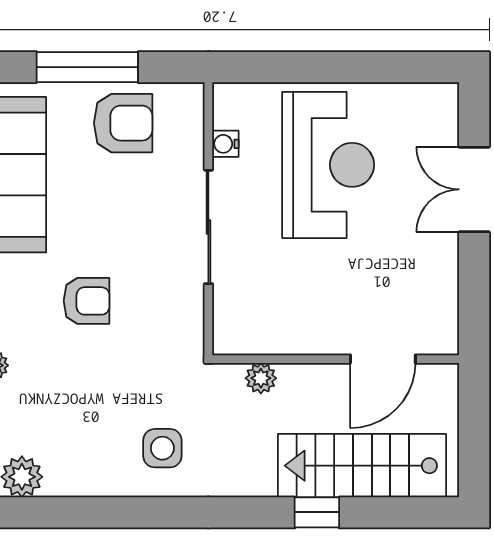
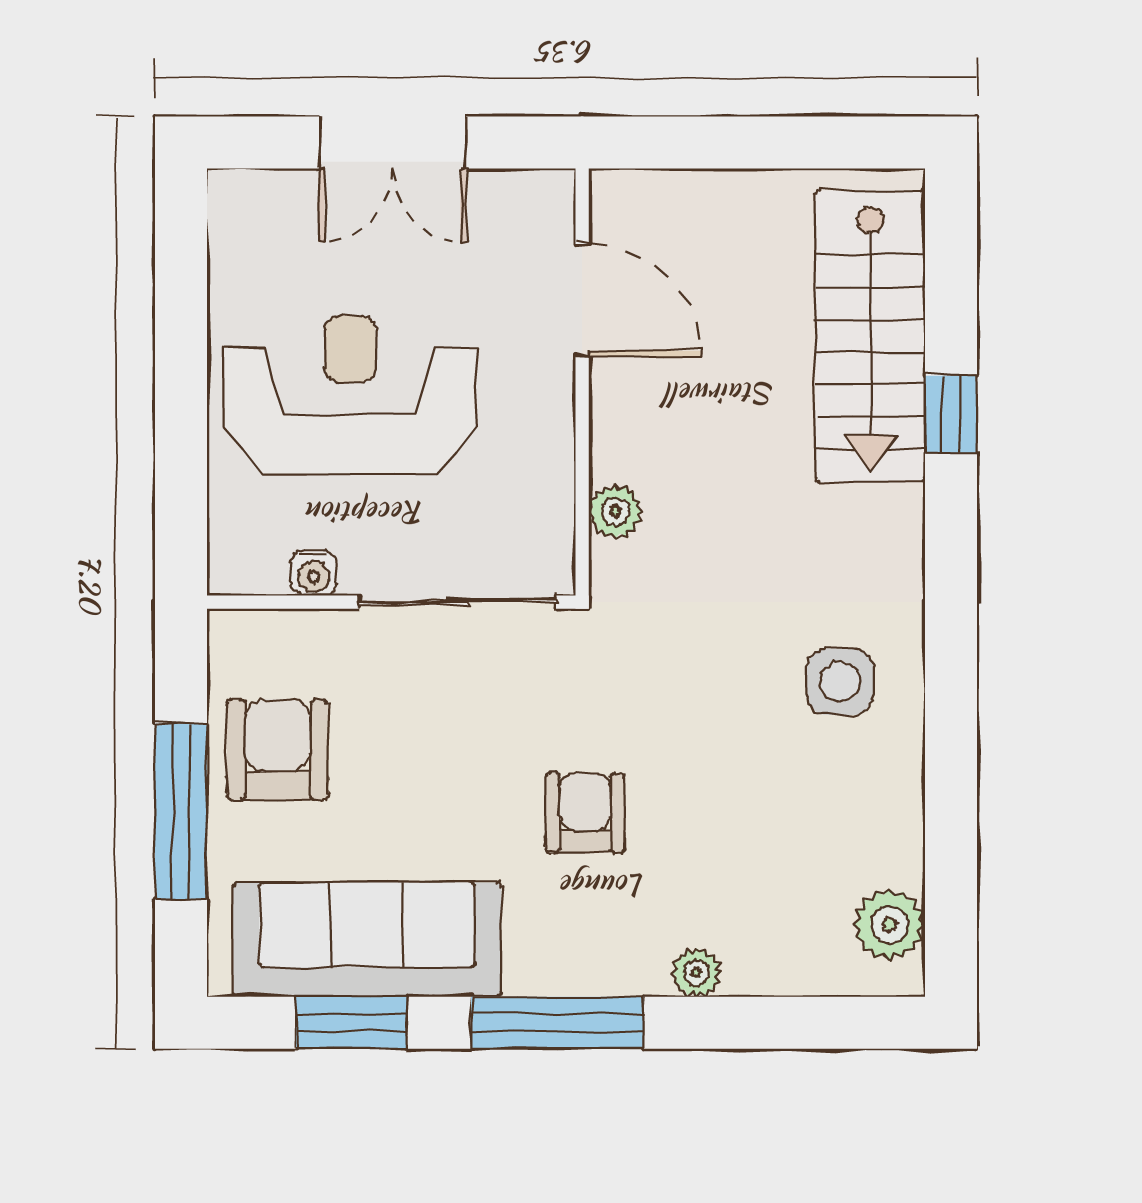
wall: (336, 359) -> (582, 382), moved
door: (383, 359) -> (582, 300), moved
plant: (261, 378) -> (615, 511), moved

